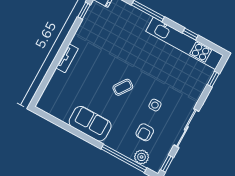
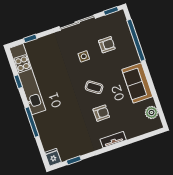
armchair: (97, 71) -> (101, 113), added
plant: (142, 157) -> (152, 112), moved

